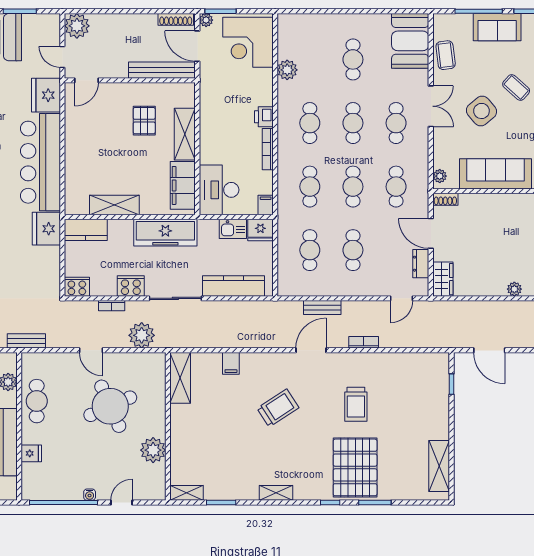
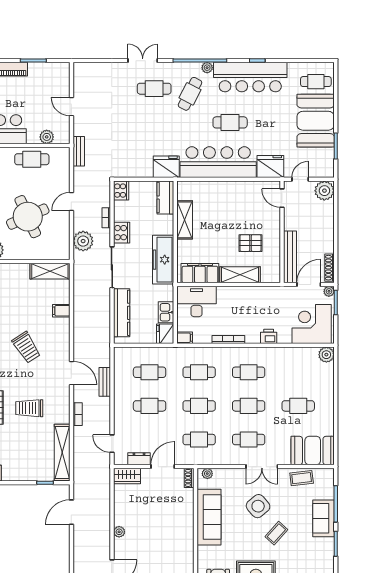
plant: (287, 70) -> (326, 355), moved
printer: (264, 117) -> (269, 336), moved
shelving: (413, 362) -> (62, 452), added

